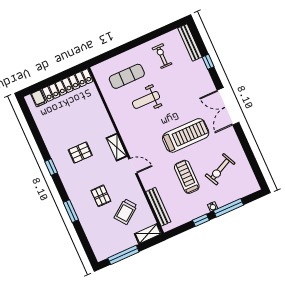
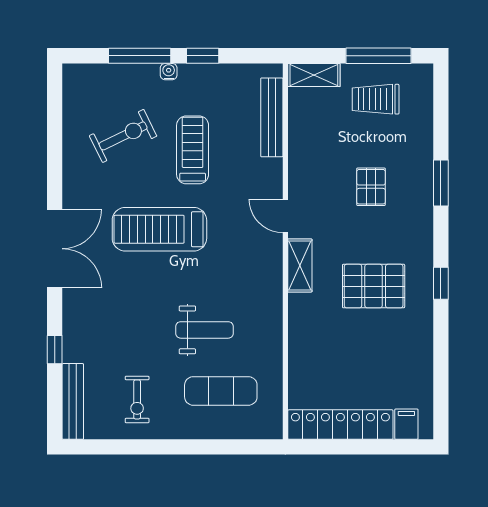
pallet: (80, 153) -> (374, 286), width x1.50, depth x1.42
treadmill: (187, 177) -> (193, 150), turned 180
trolley: (126, 212) -> (376, 99), moved, turned -143

